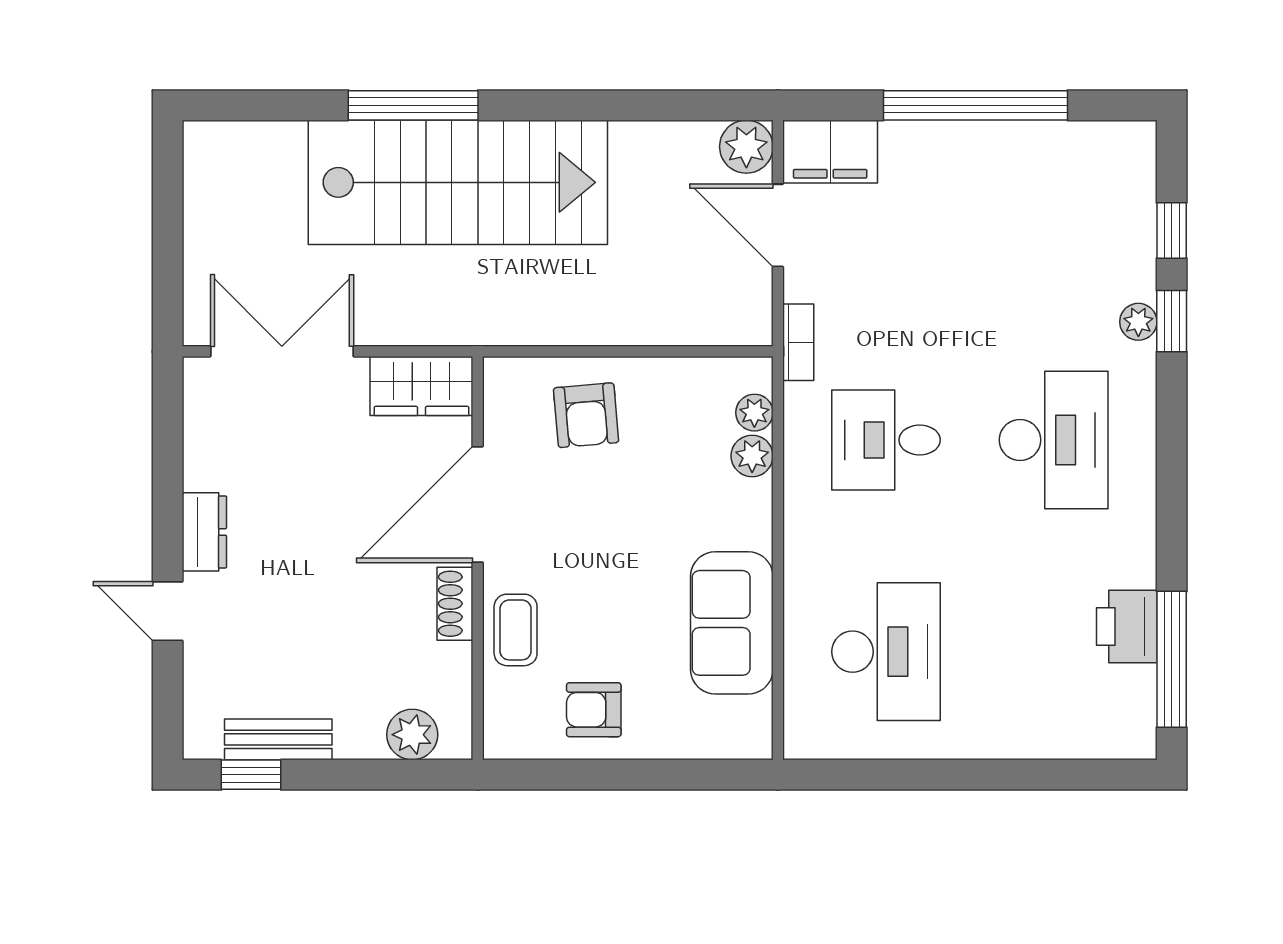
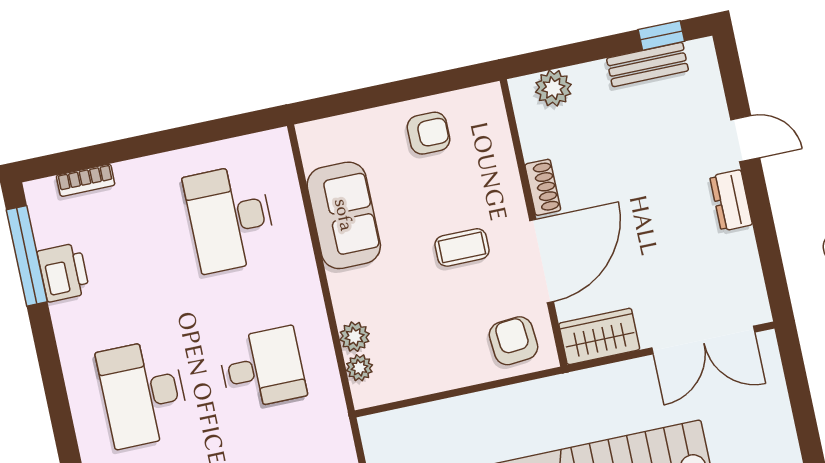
bookcase: (798, 342) -> (86, 180), moved, turned -90
armchair: (586, 415) -> (513, 341), moved
coffee table: (516, 630) -> (462, 247), moved, turned 90

